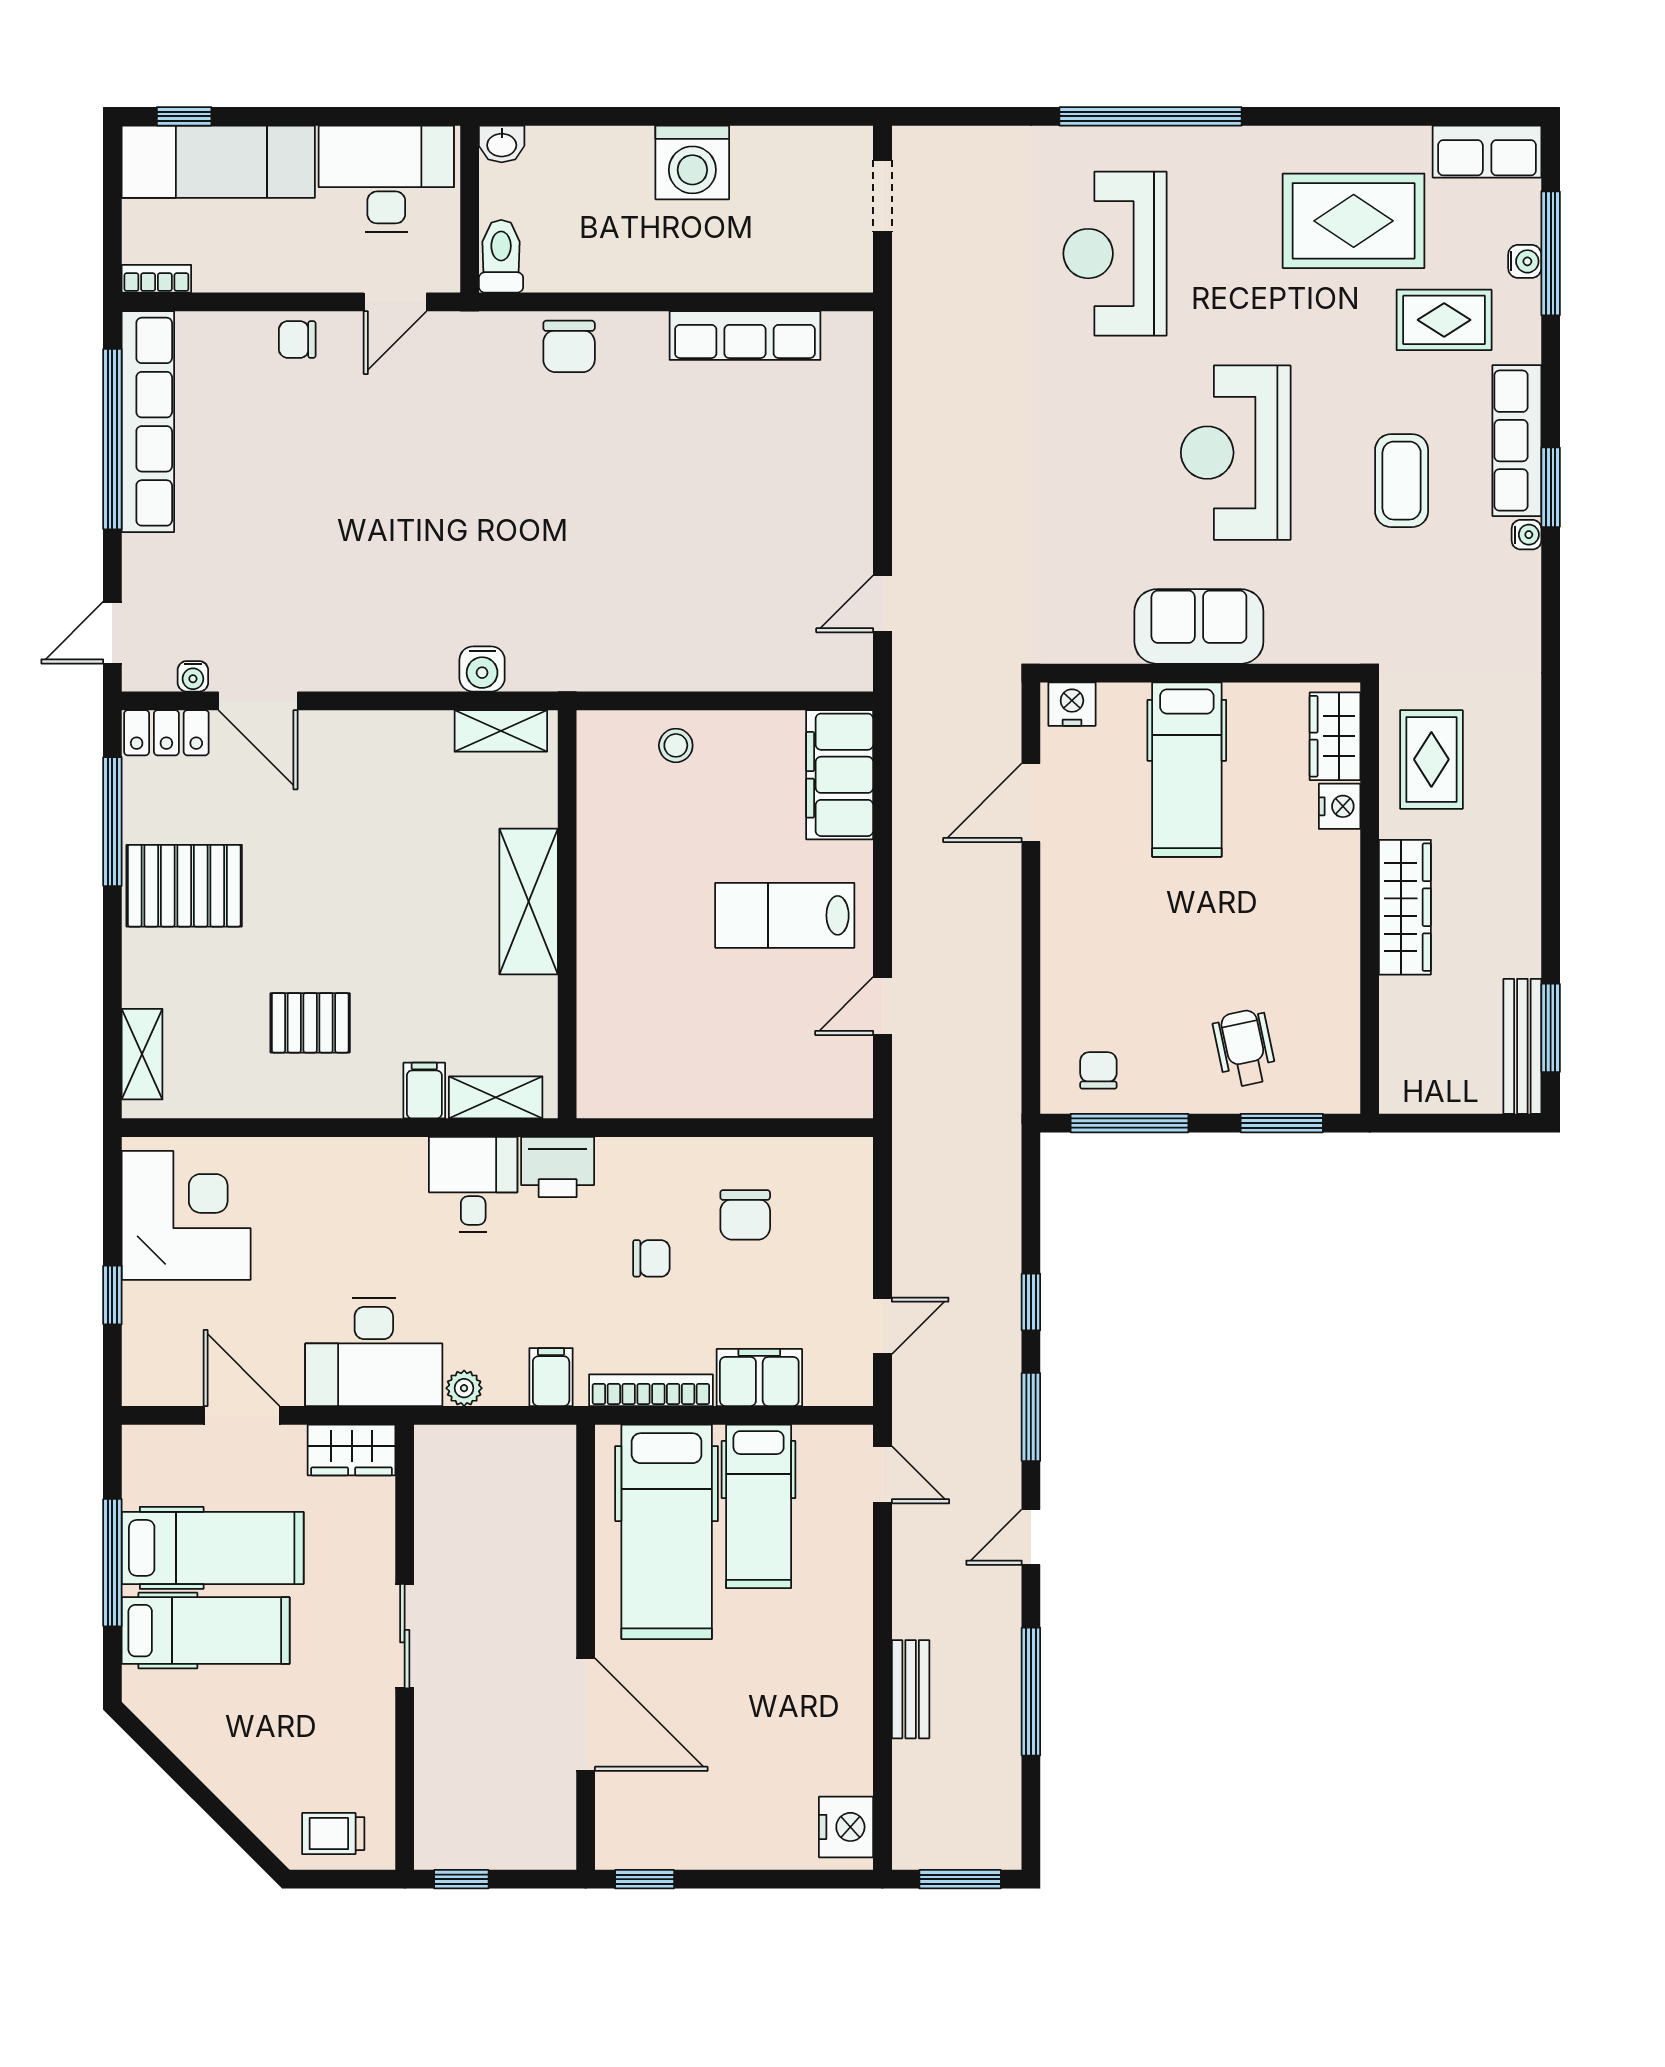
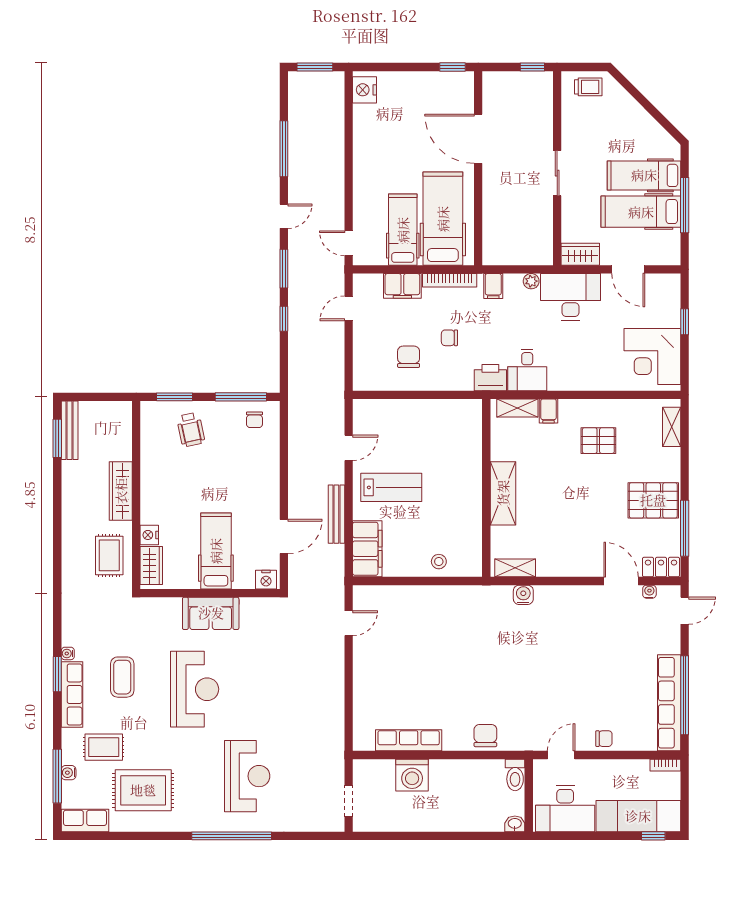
washing machine: (692, 162) -> (412, 775), moved, turned 180
bench: (911, 1689) -> (336, 514), moved, width x1.36

